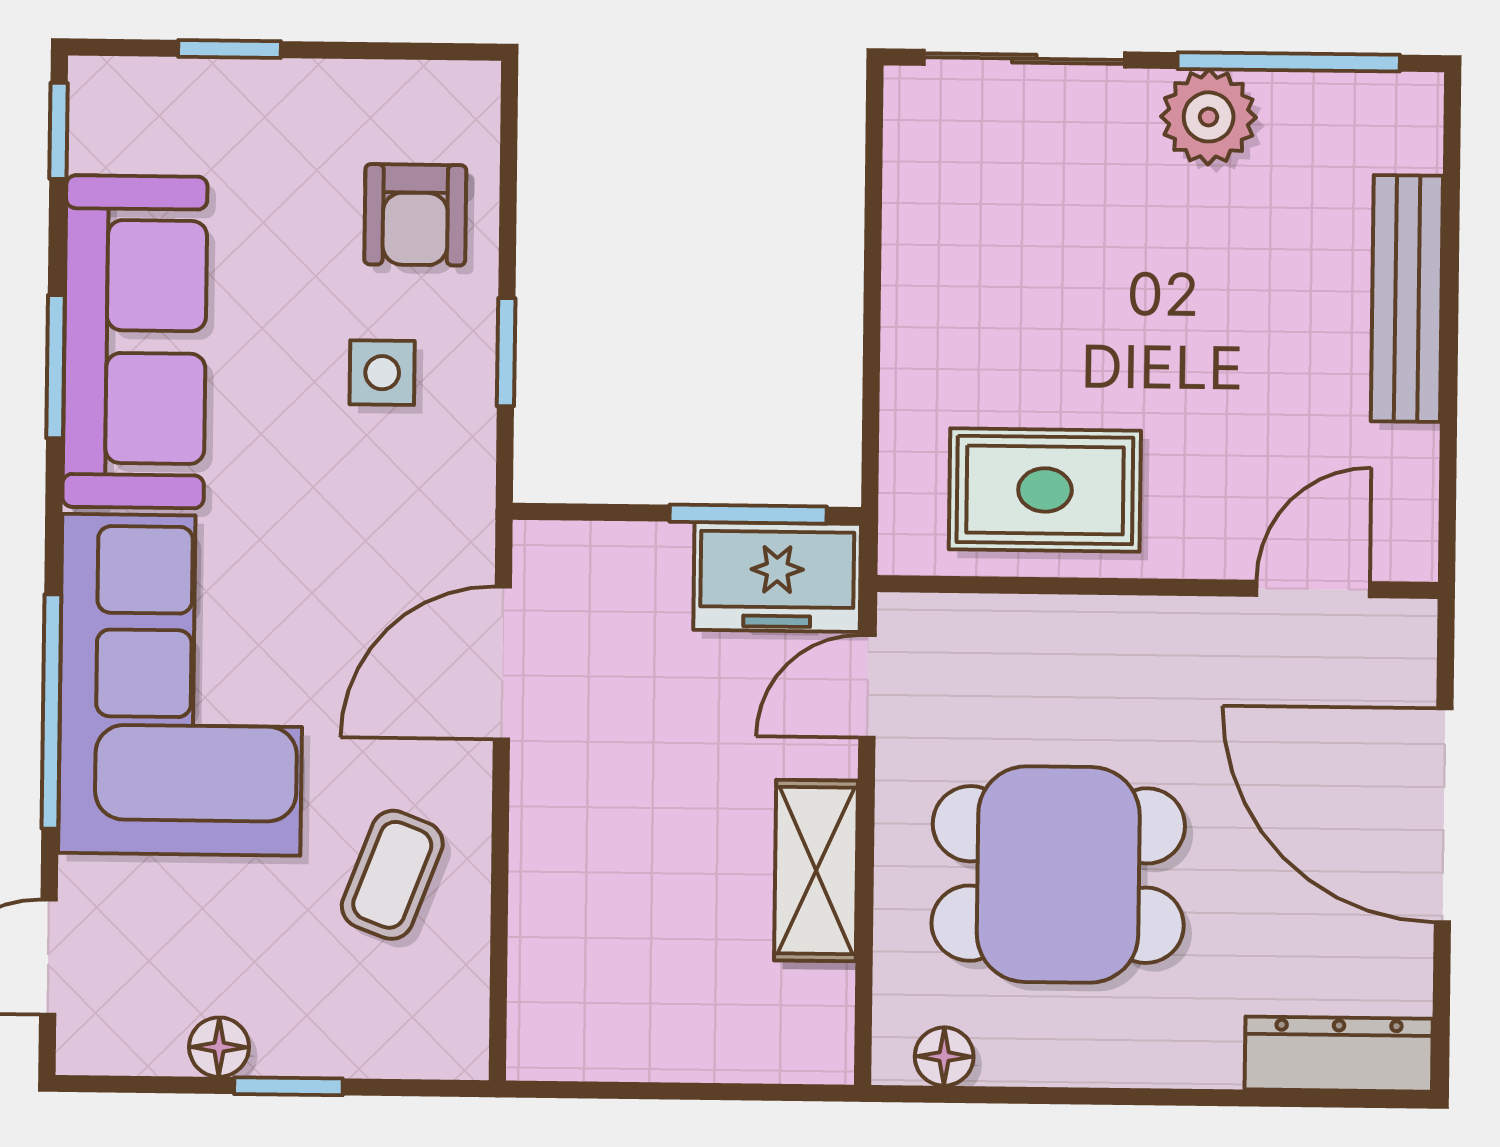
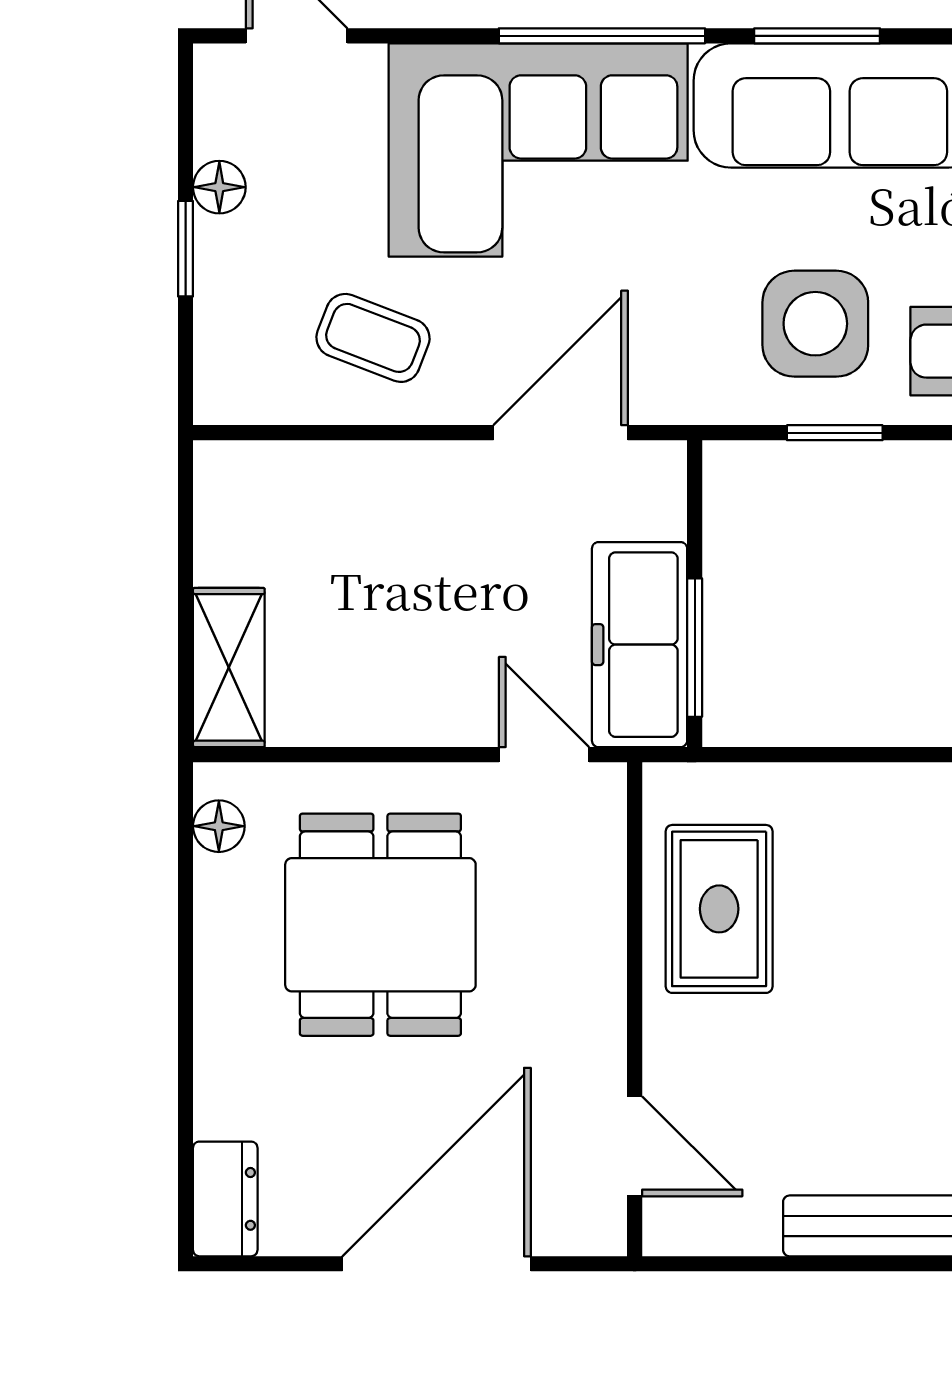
side table: (382, 373) -> (815, 324), width x1.87, depth x1.87
freezer: (777, 577) -> (640, 645), width x1.40
door: (502, 663) -> (561, 433), hinge flipped
window: (51, 712) -> (602, 36), moved
shelving: (816, 871) -> (229, 667), moved, turned 90
dresser: (1339, 1054) -> (225, 1199), width x0.70

